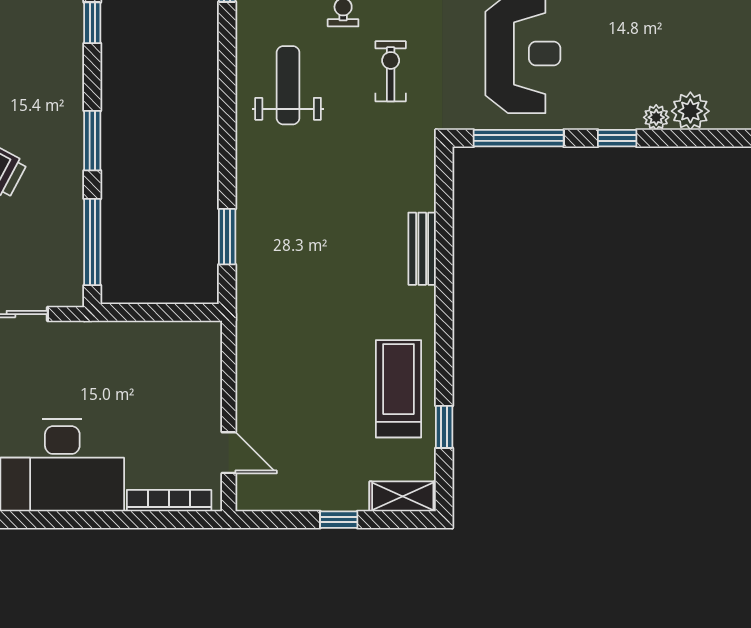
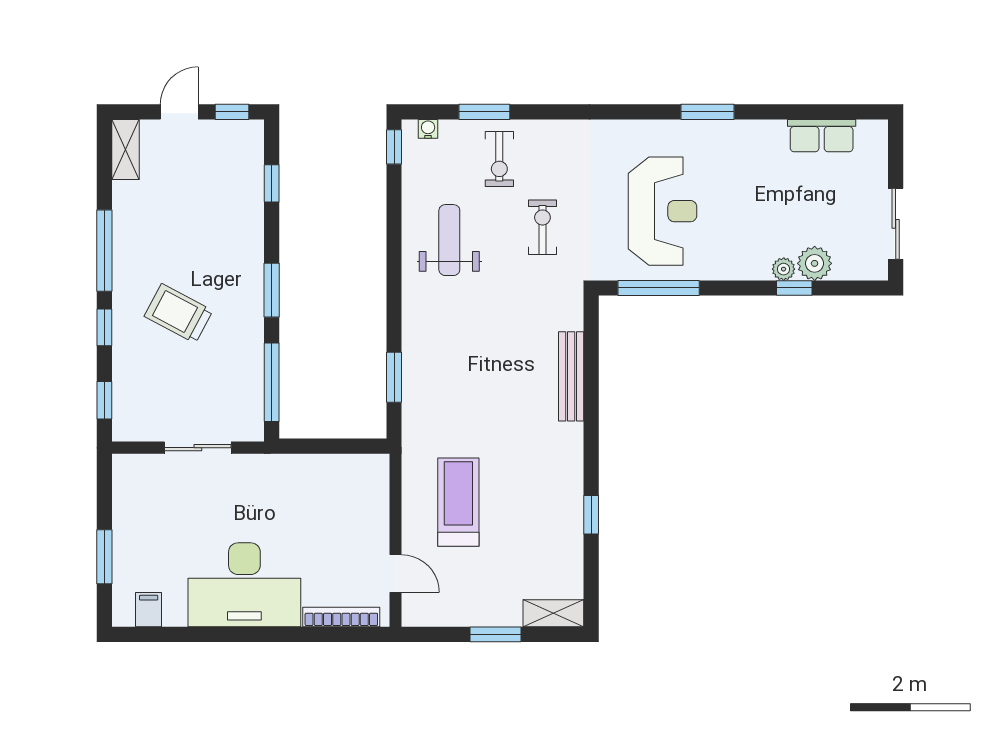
window: (617, 138) -> (794, 288), moved
bench: (422, 249) -> (571, 376), width x1.36
treadmill: (399, 389) -> (458, 502), moved
window: (444, 427) -> (591, 515), moved
window: (339, 520) -> (495, 634), width x1.50

